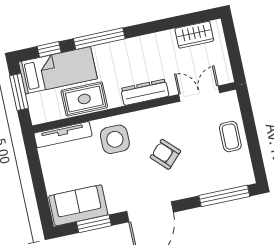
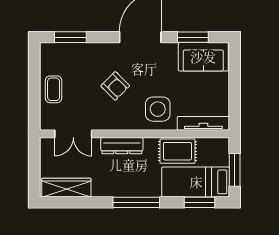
wardrobe: (194, 35) -> (66, 188), width x1.50
window: (99, 39) -> (136, 202), moved
window: (49, 49) -> (200, 202), width x1.50
window: (224, 196) -> (70, 37), width x0.69

